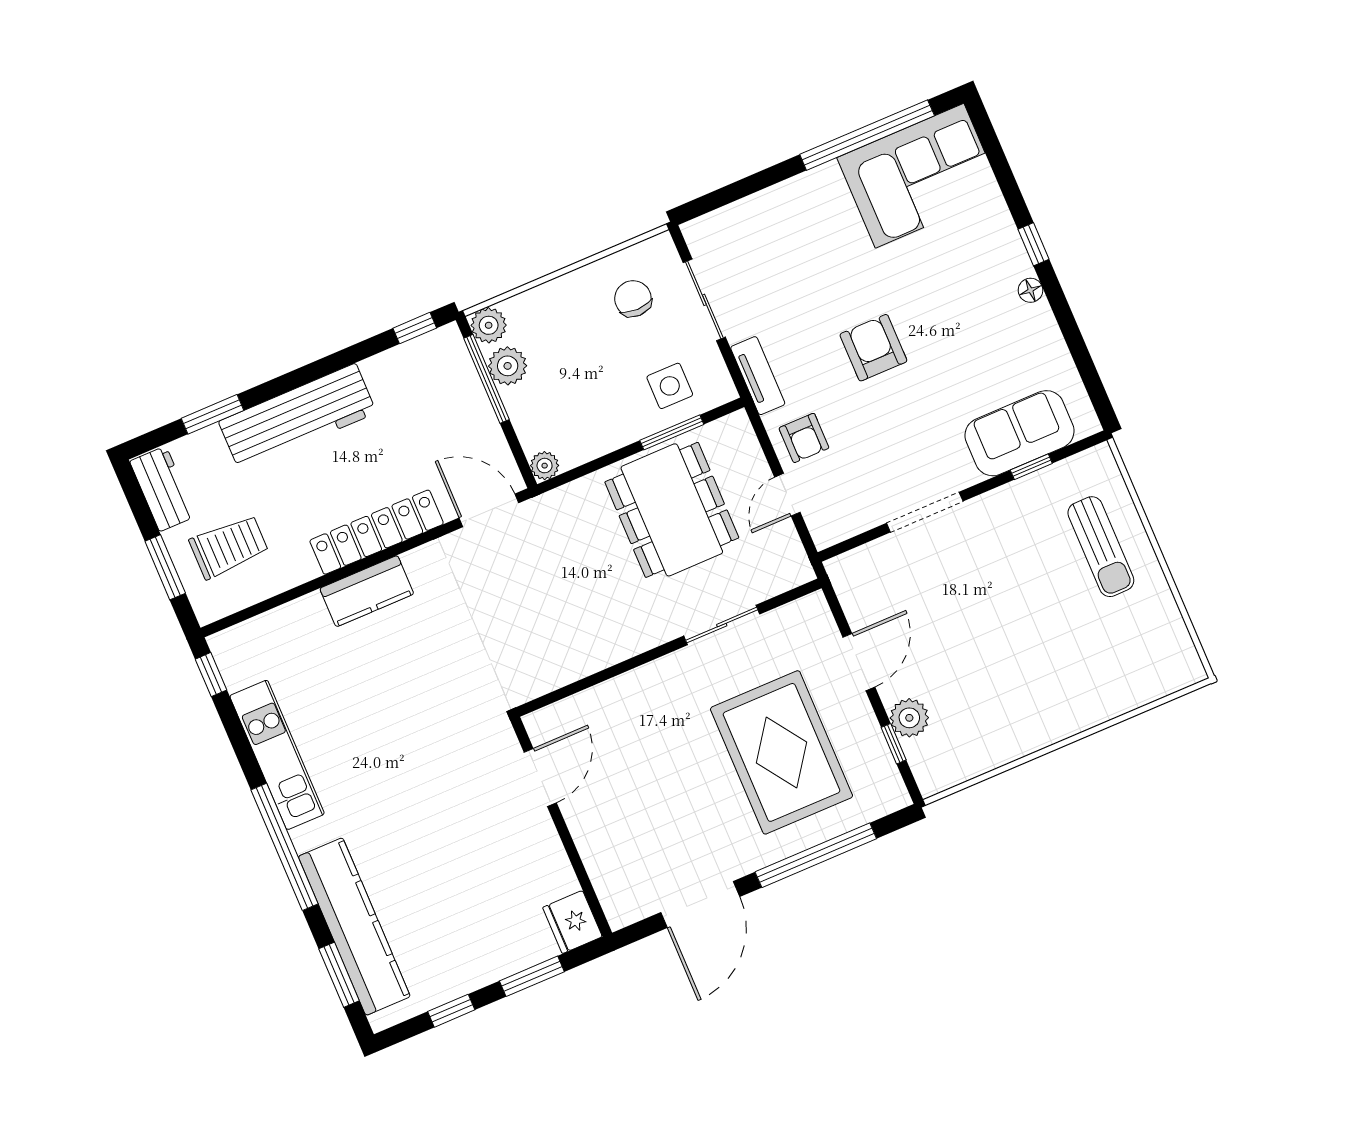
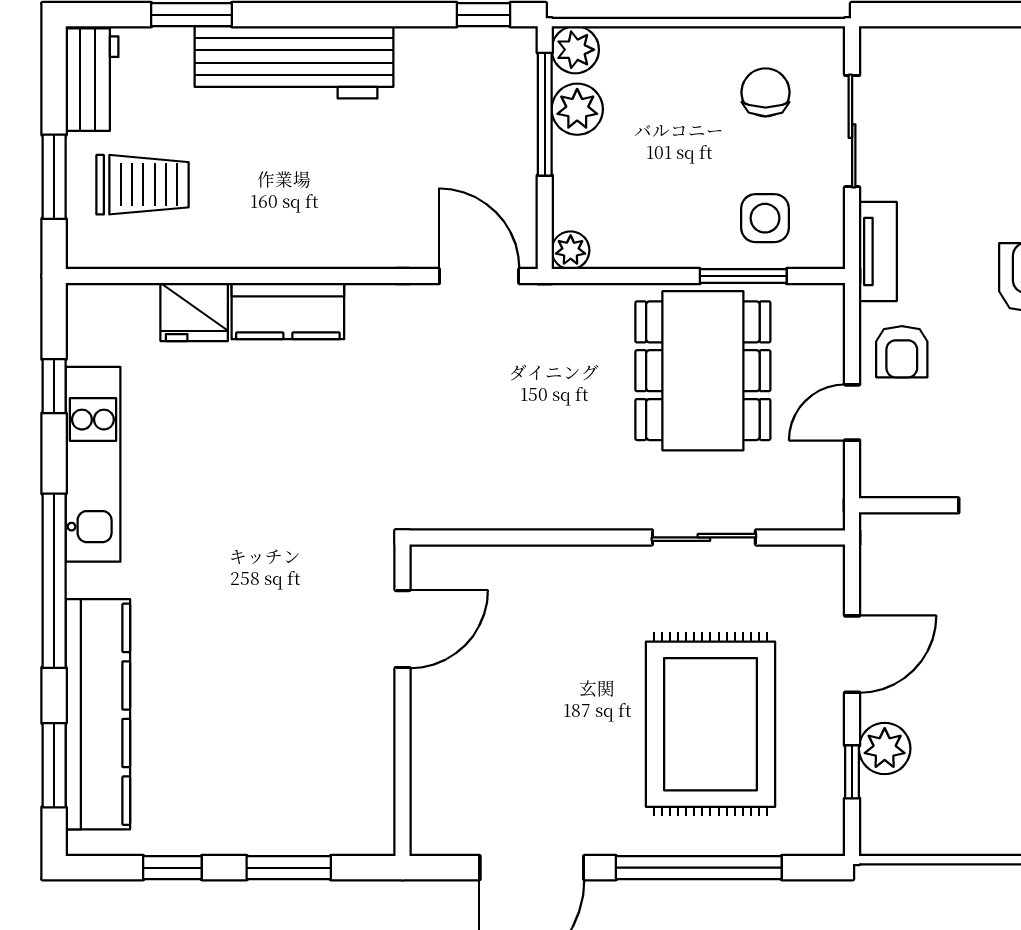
locker: (377, 532) -> (331, 244), removed
window: (211, 675) -> (54, 386), moved
fridge: (572, 922) -> (194, 312), moved, turned -90

